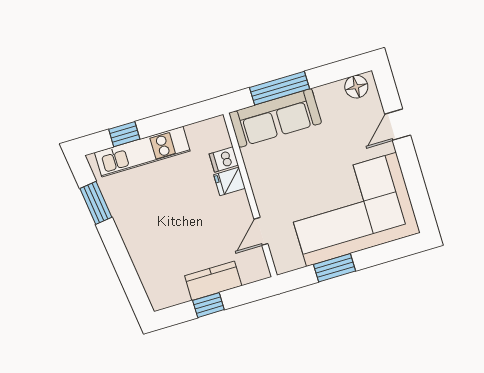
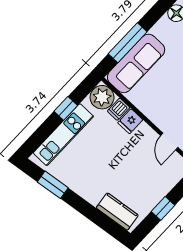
window: (124, 134) -> (66, 108), moved
plant: (213, 134) -> (102, 97), added
kitchen counter: (213, 281) -> (117, 212), moved, turned 83

